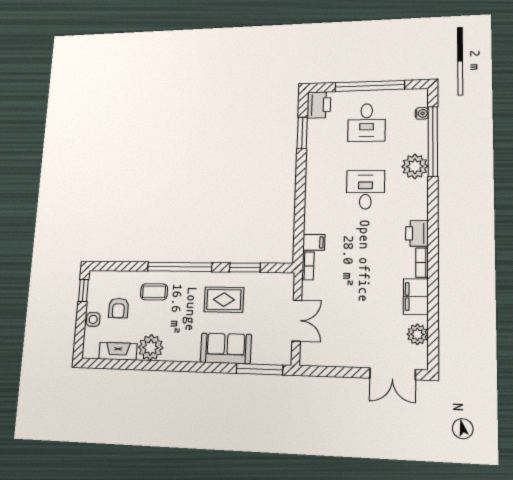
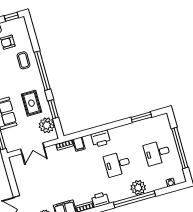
printer: (319, 105) -> (101, 139), moved
window: (433, 141) -> (134, 199), moved
desk: (365, 190) -> (117, 164), turned 180
plant: (267, 286) -> (47, 125), added

